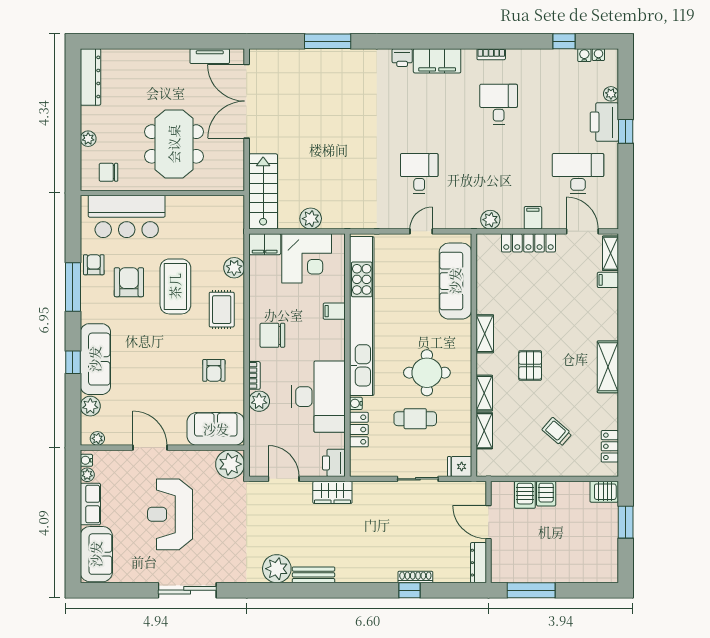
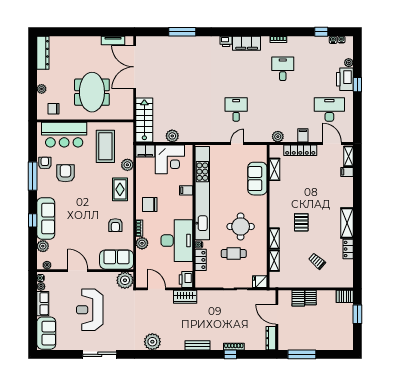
sofa: (455, 281) -> (257, 179), width x0.73
coffee table: (175, 286) -> (105, 146), moved
shelving: (485, 334) -> (275, 169), moved
locker: (610, 446) -> (348, 249), moved
bench: (314, 575) -> (197, 345), moved

